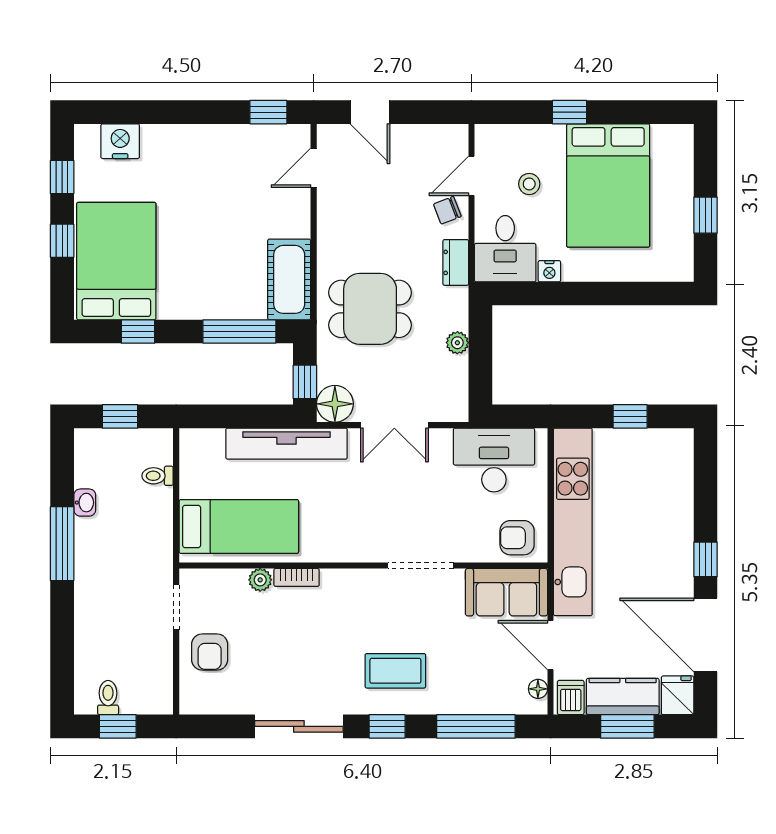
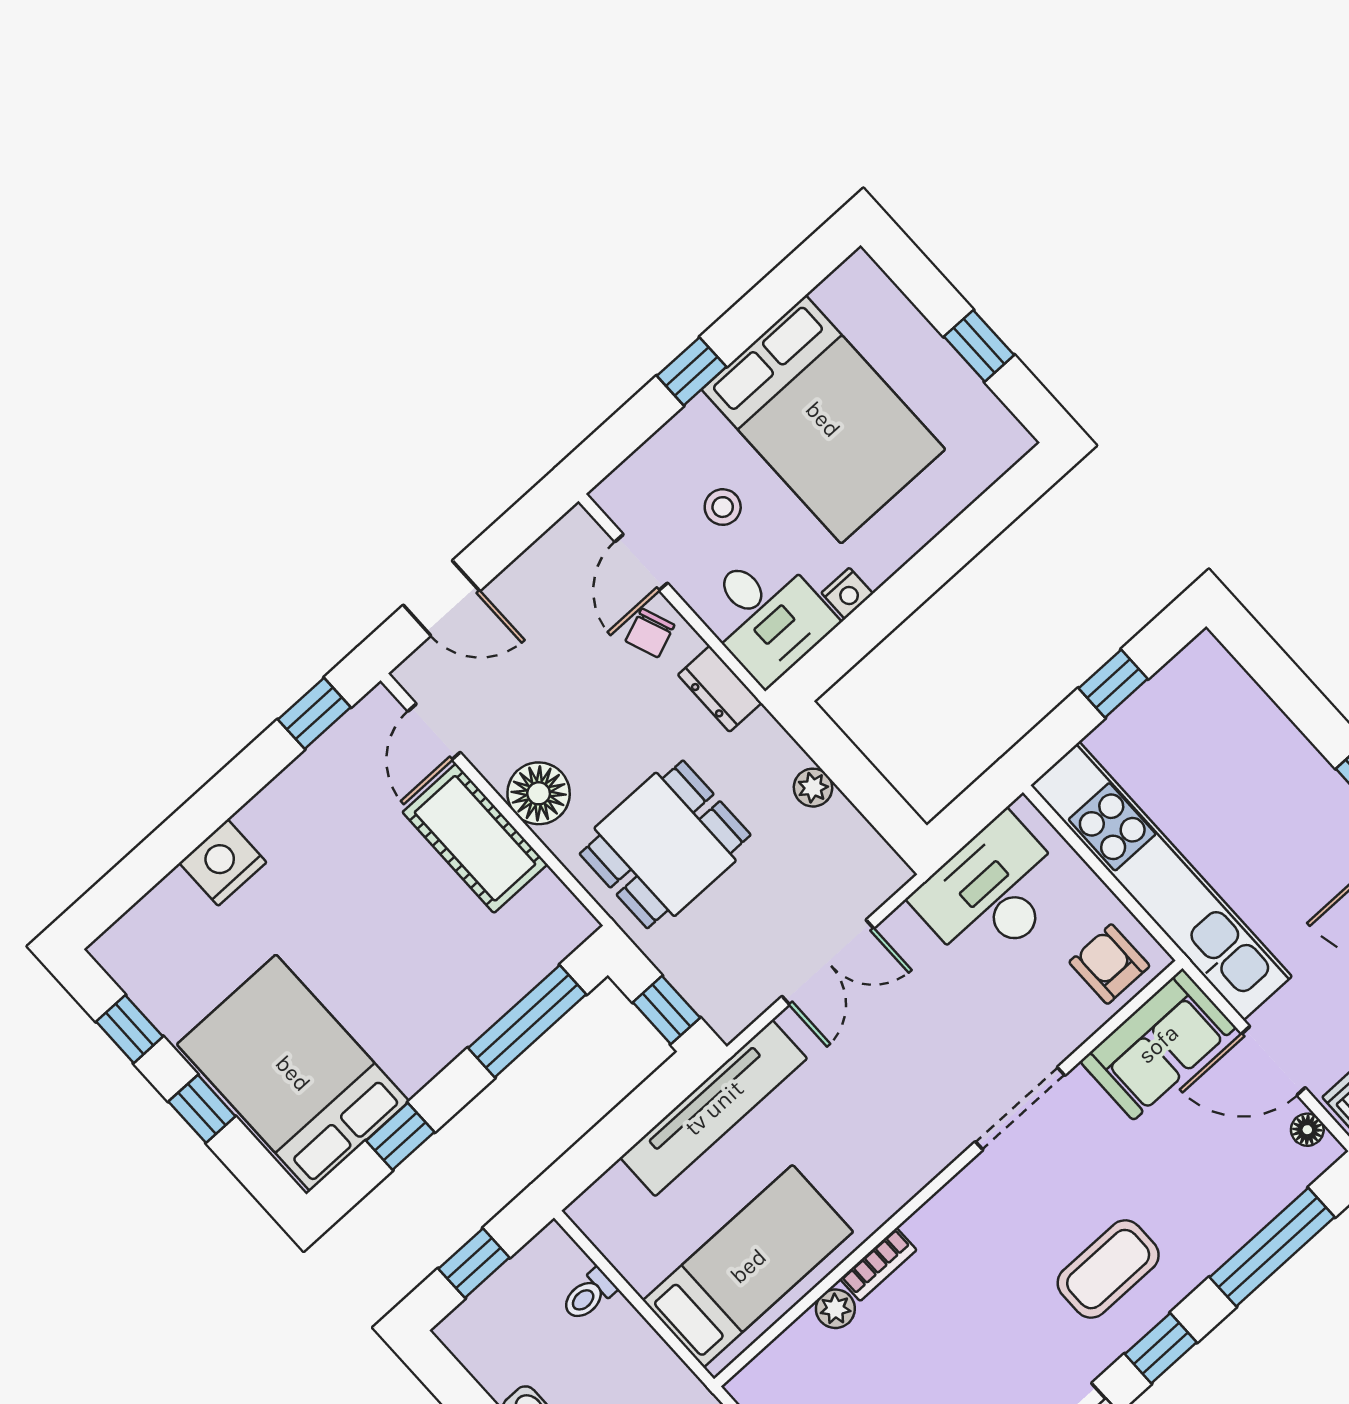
nightstand: (120, 141) -> (223, 863), moved
cot: (289, 279) -> (475, 838), moved
floor lamp: (335, 404) -> (539, 793), moved
armchair: (517, 538) -> (1109, 964), turned 90

